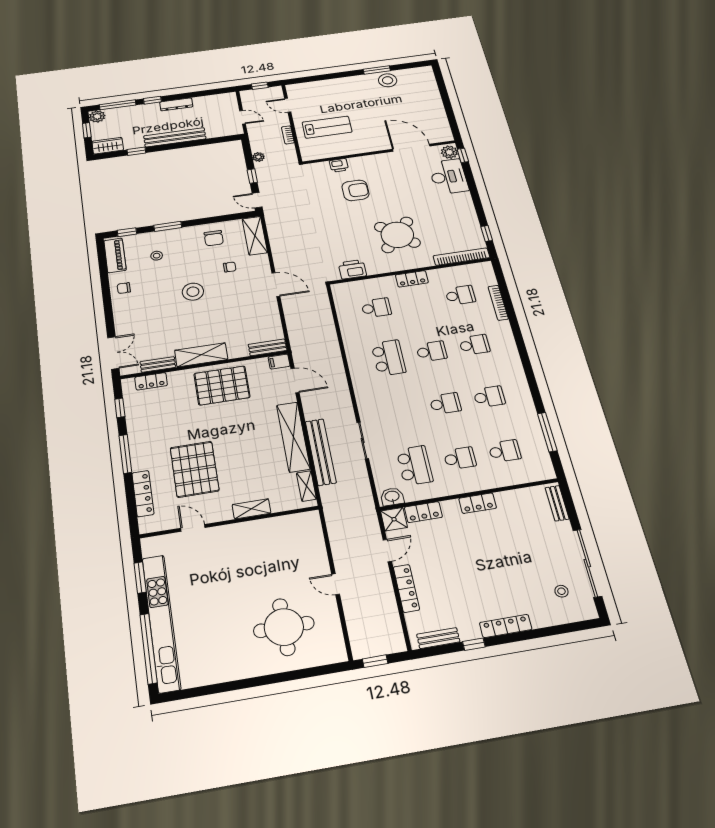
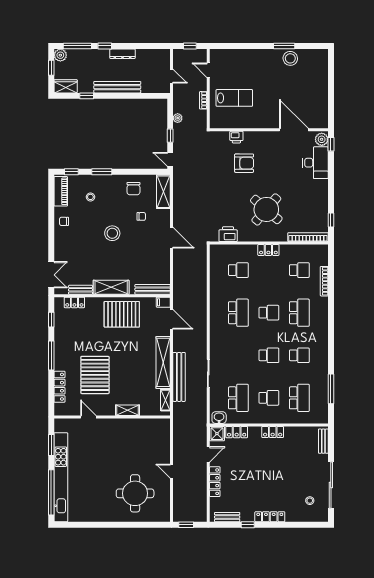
school desk: (474, 345) -> (299, 313), width x1.85
bench: (268, 347) -> (153, 289), width x1.36
school desk: (505, 451) -> (299, 398), width x1.85

